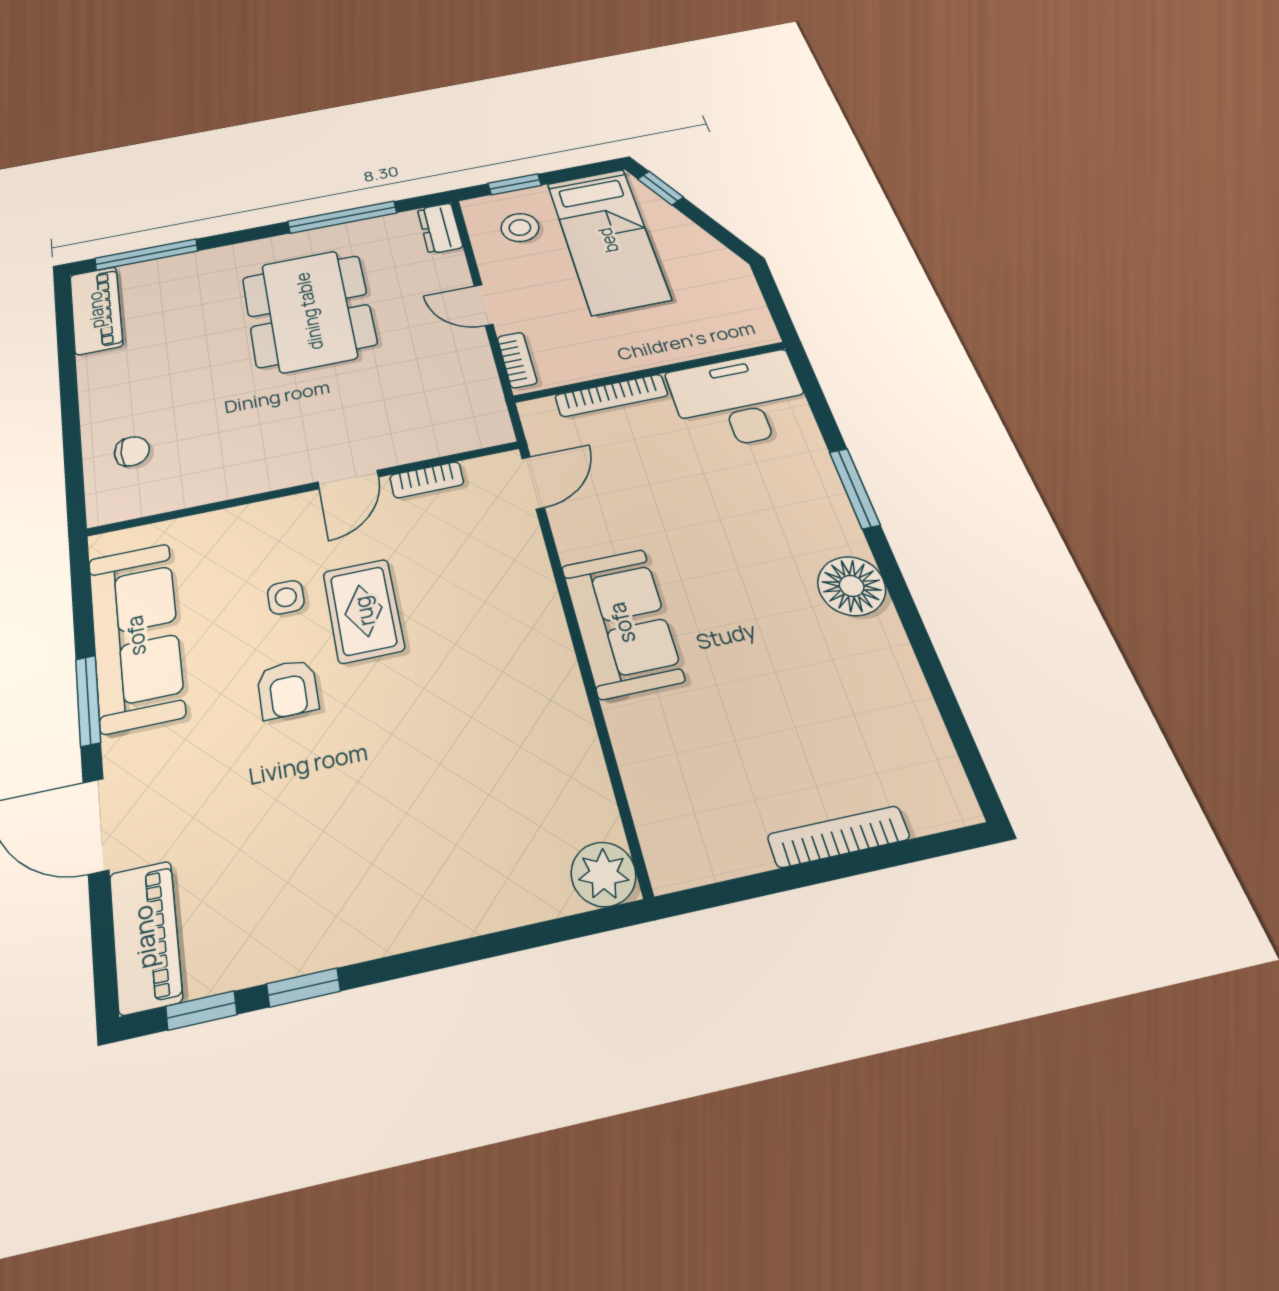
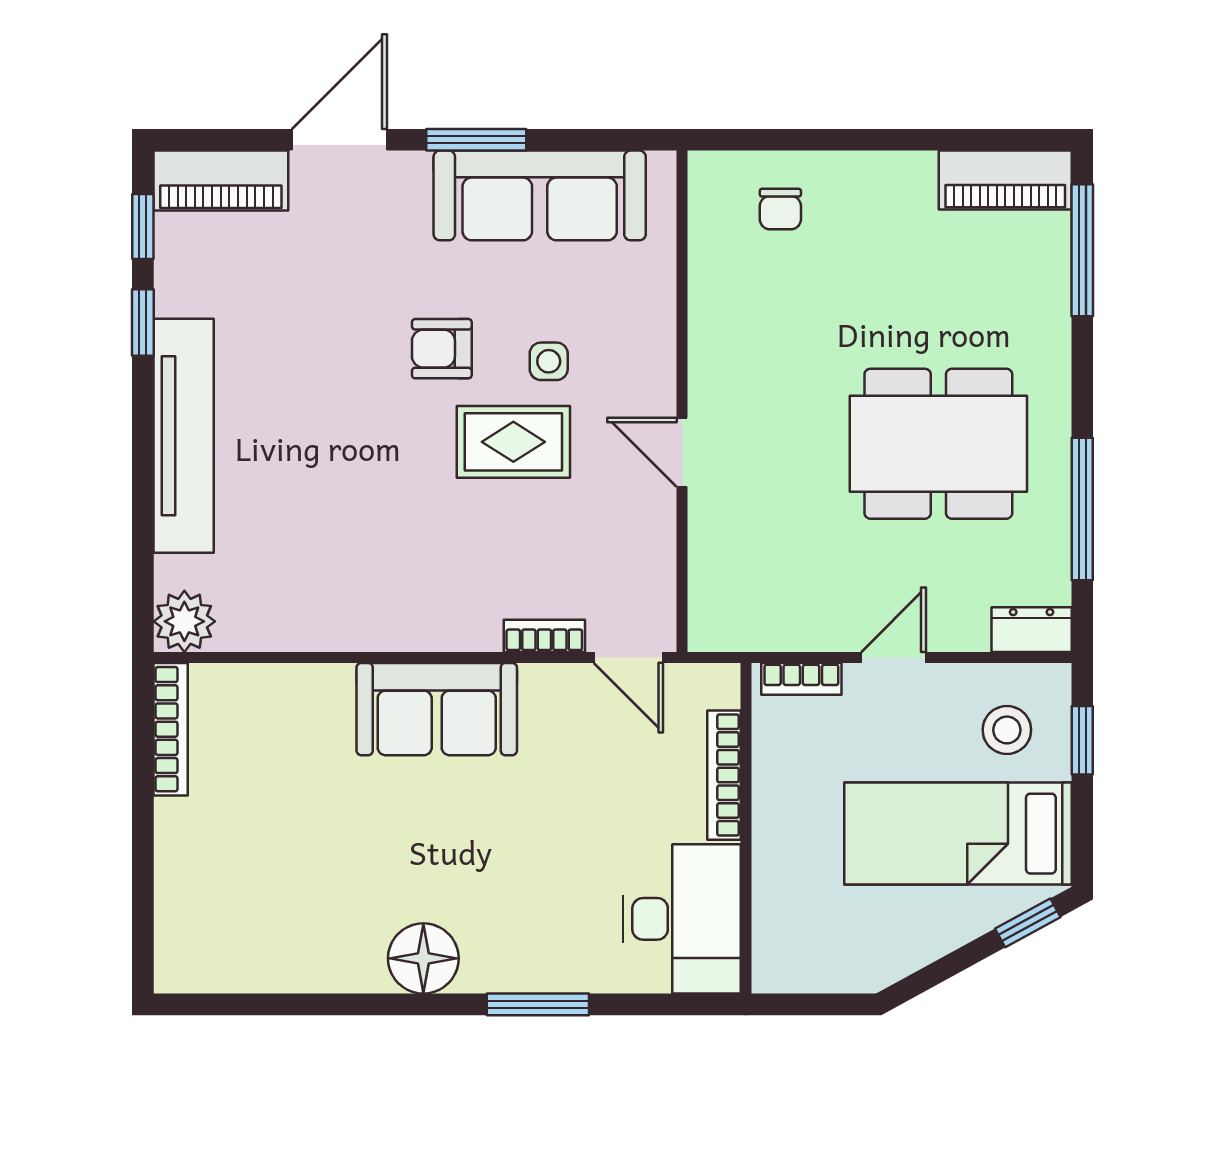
bookcase: (427, 480) -> (544, 636), moved, turned 90
bookcase: (838, 837) -> (171, 729), moved
tv unit: (414, 917) -> (184, 436), added

